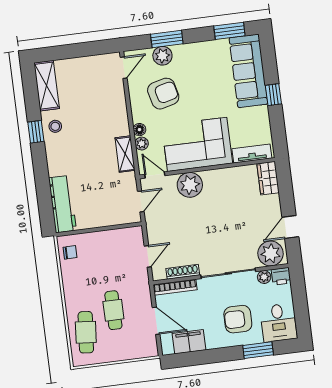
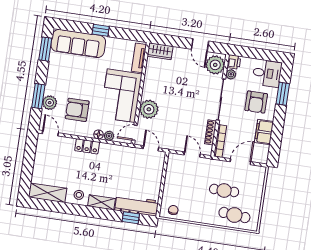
armchair: (163, 94) -> (77, 110), turned -76
locker: (120, 119) -> (87, 146), added
window: (36, 132) -> (131, 218), moved
shelving: (125, 154) -> (102, 202), moved
filing cabinet: (189, 342) -> (264, 132), moved

